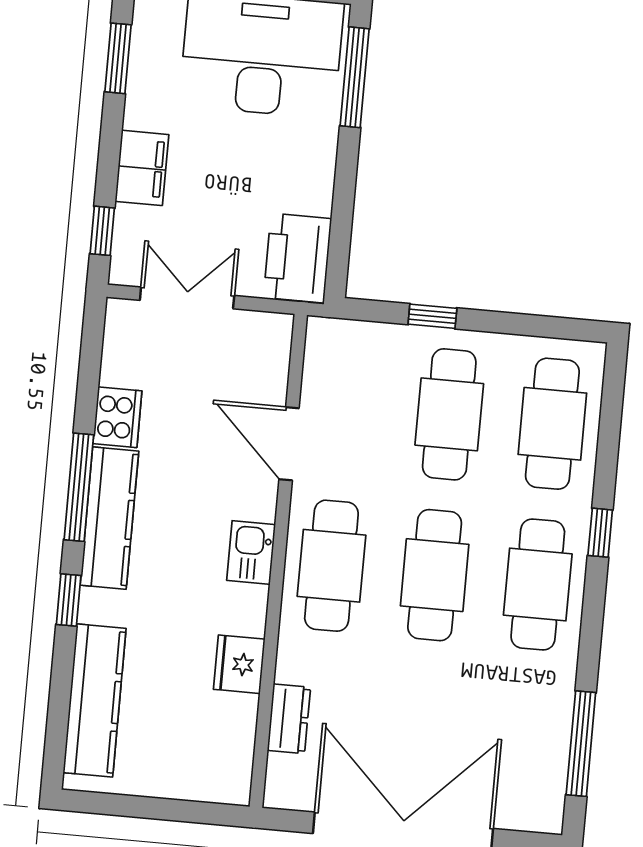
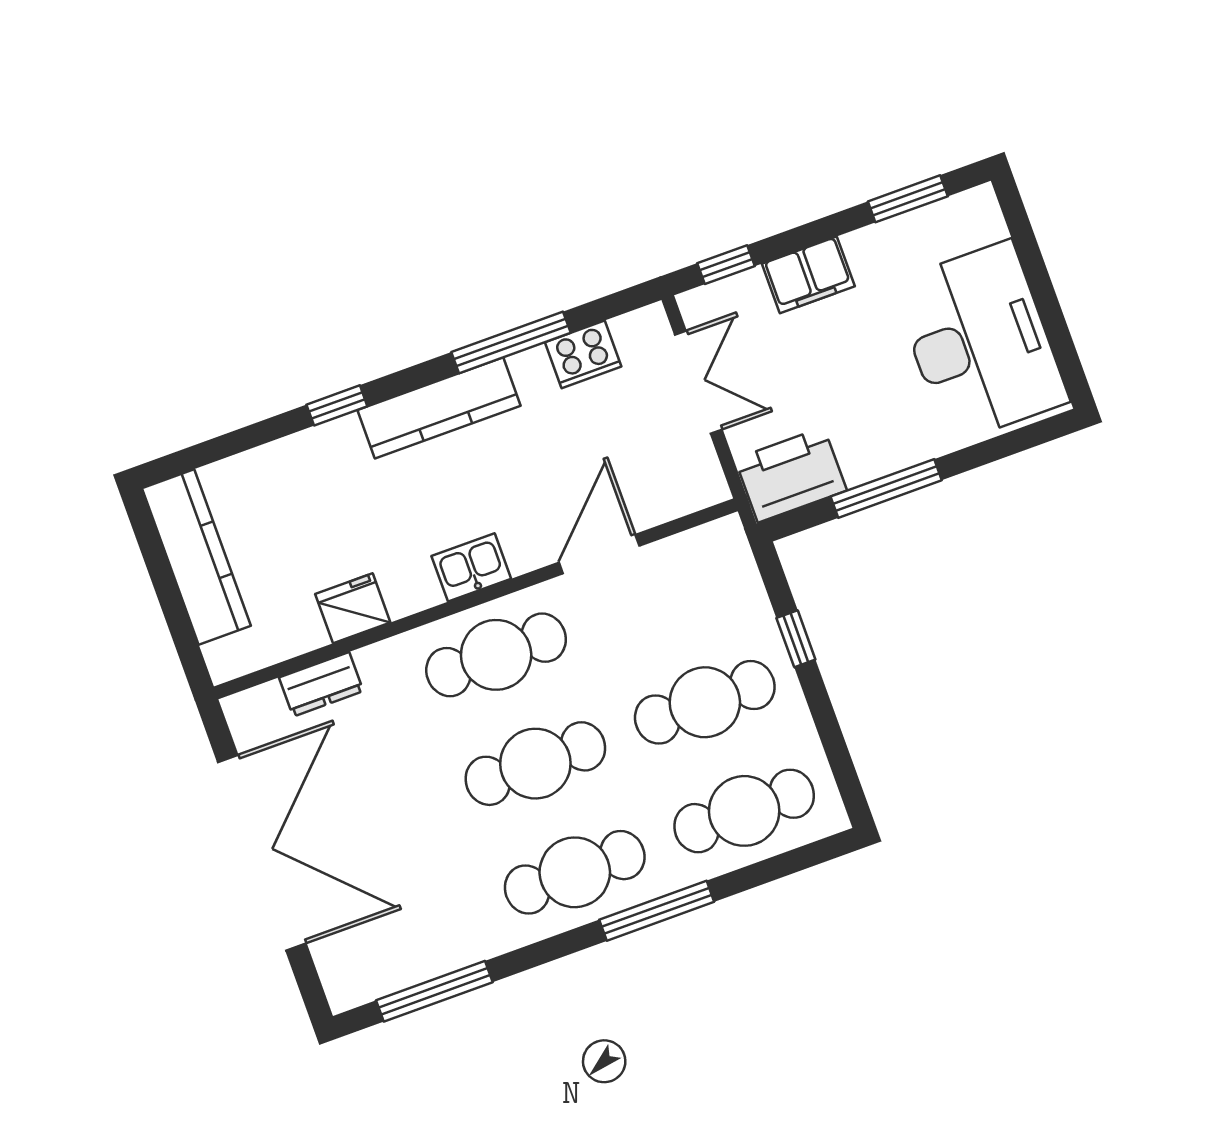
window: (355, 77) -> (886, 488), moved
cooker: (117, 417) -> (583, 354), moved
window: (79, 487) -> (511, 342), moved
window: (600, 533) -> (657, 911), width x2.17
kitchen counter: (95, 701) -> (196, 557), moved, turned -90

